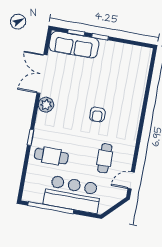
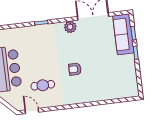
cafe table: (51, 156) -> (32, 43), removed

